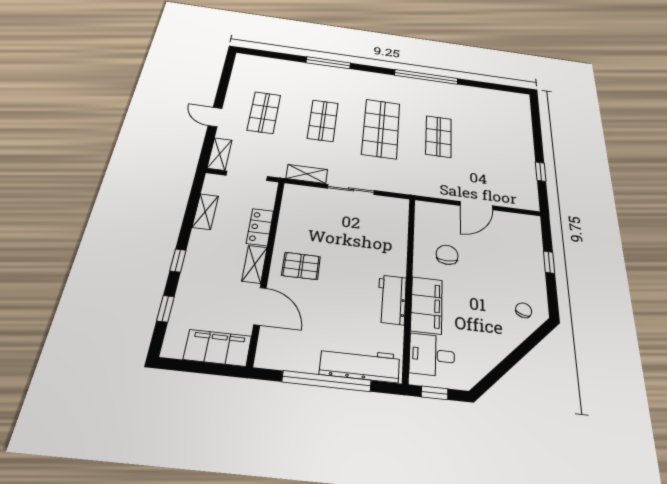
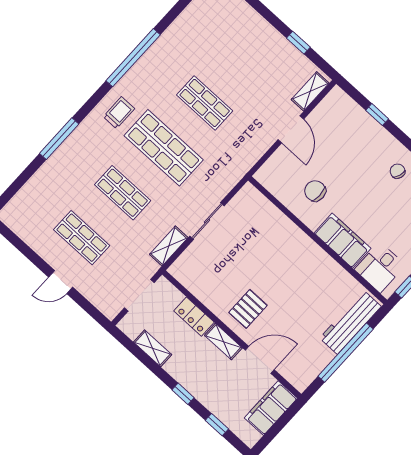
trolley: (380, 88) -> (119, 113), added
shelving: (220, 154) -> (310, 91), moved, turned 90
workbench: (392, 300) -> (320, 263), removed

